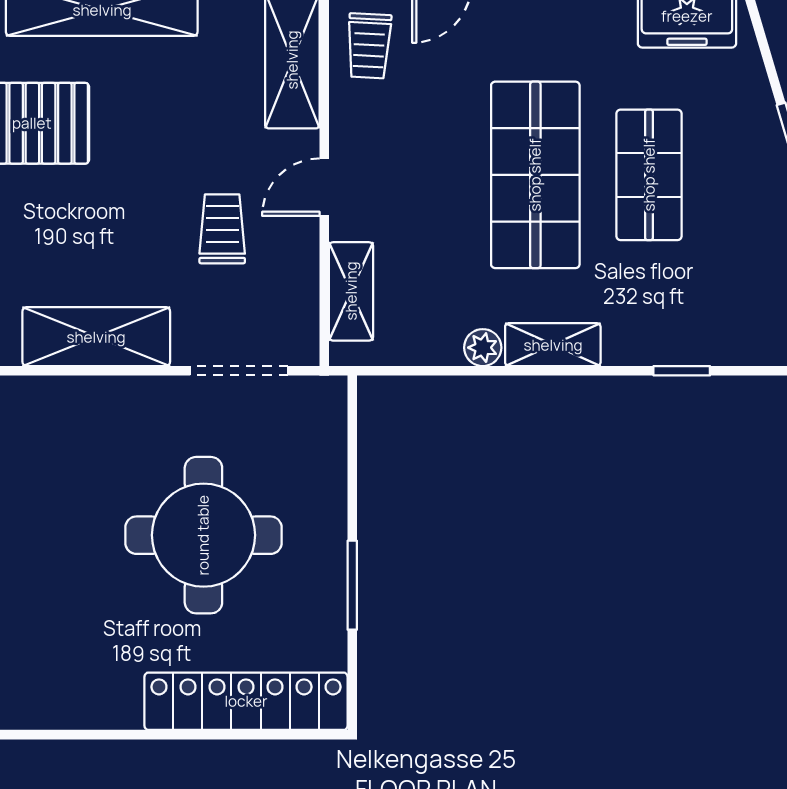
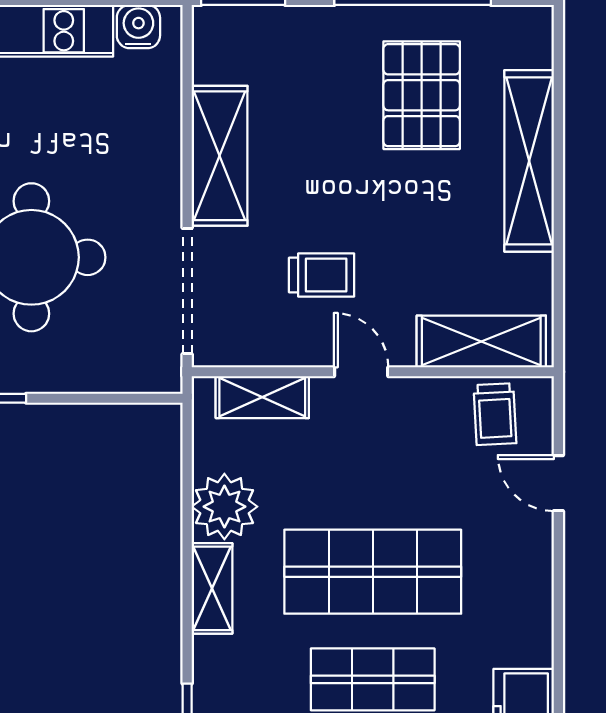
trolley: (369, 46) -> (495, 414), turned -96
plant: (483, 348) -> (224, 507), width x1.88, depth x1.88
doorway: (239, 371) -> (187, 291), width x1.36

